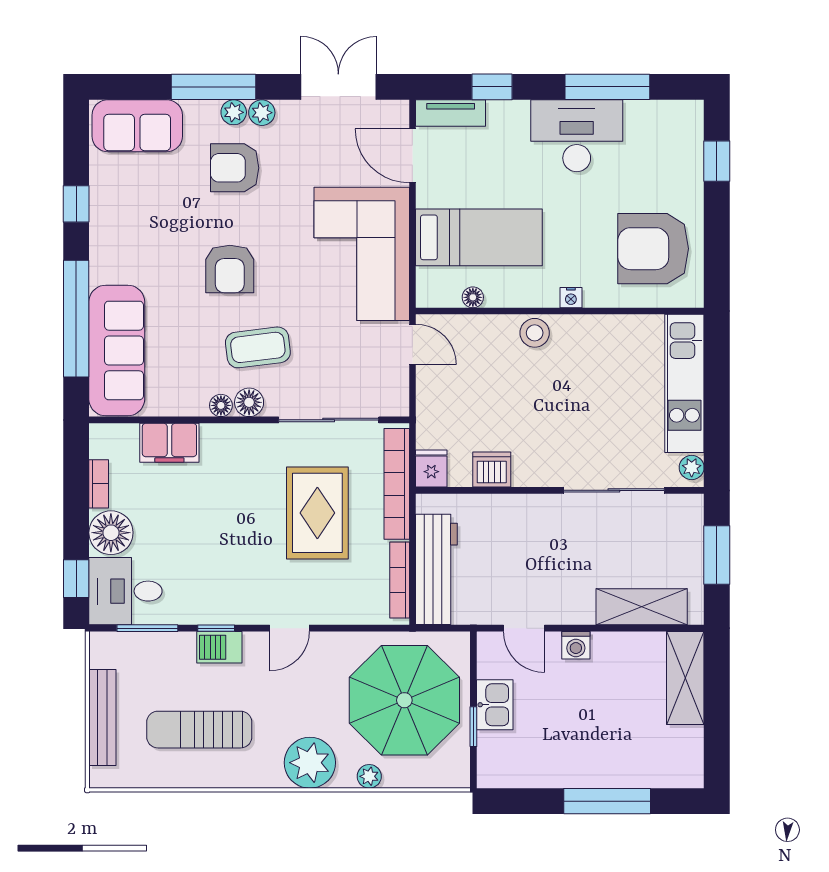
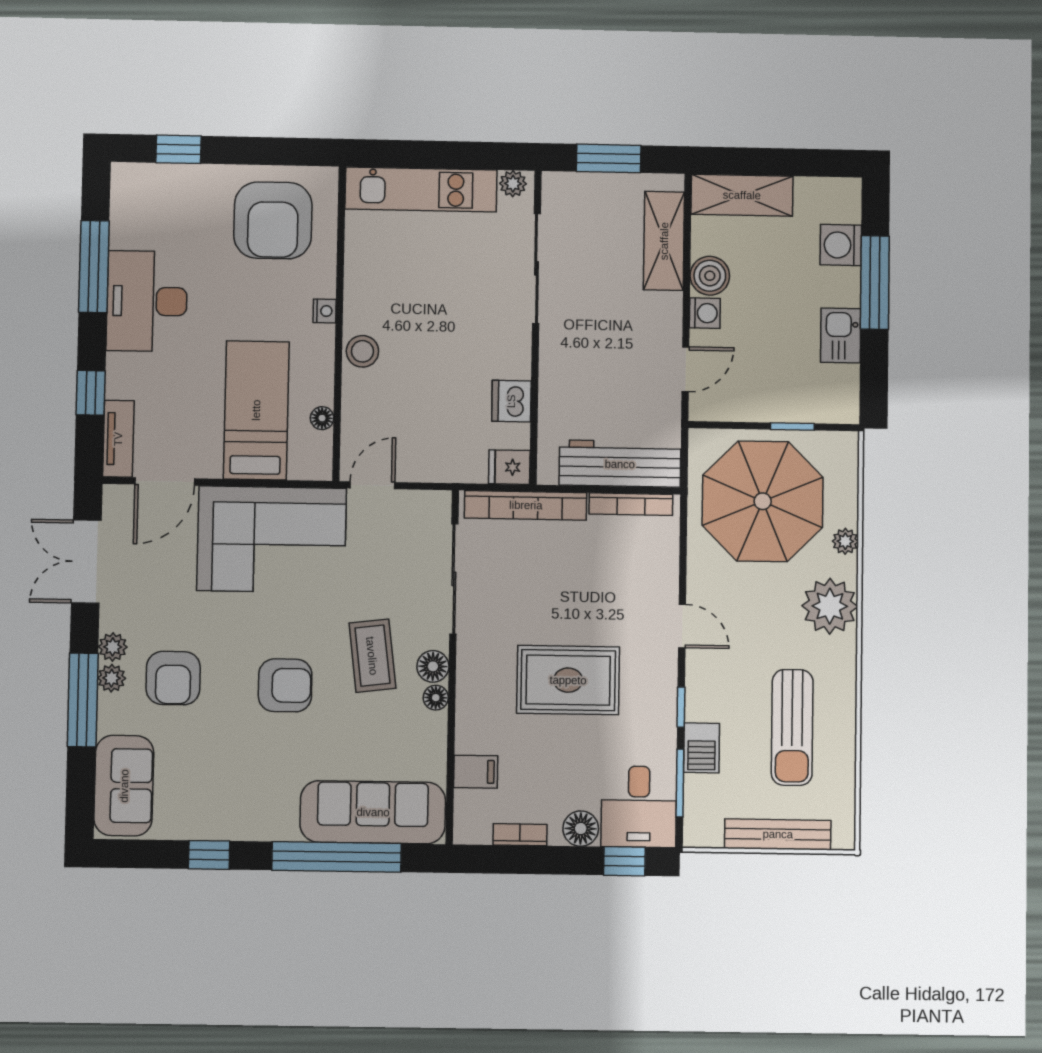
filing cabinet: (169, 443) -> (476, 772), width x0.50
rug: (317, 513) -> (568, 680), moved
floor lamp: (111, 533) -> (581, 829), width x0.73, depth x0.73
barbecue: (219, 647) -> (702, 748), moved
boiler: (610, 649) -> (710, 276), added
kitchen sink: (495, 705) -> (841, 335), moved, turned -90
washing machine: (641, 769) -> (841, 245), added

